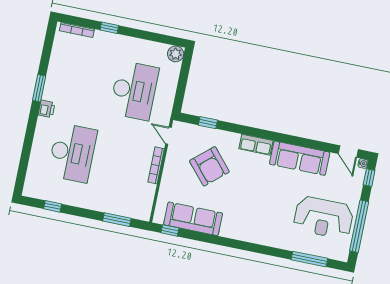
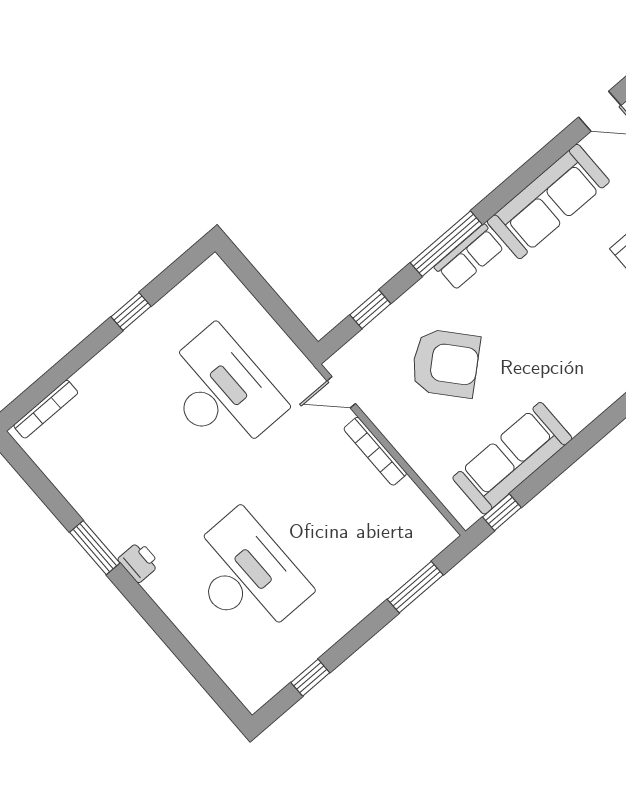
window: (109, 28) -> (131, 312), moved
plant: (176, 54) -> (213, 275), removed
window: (254, 132) -> (446, 244), added

